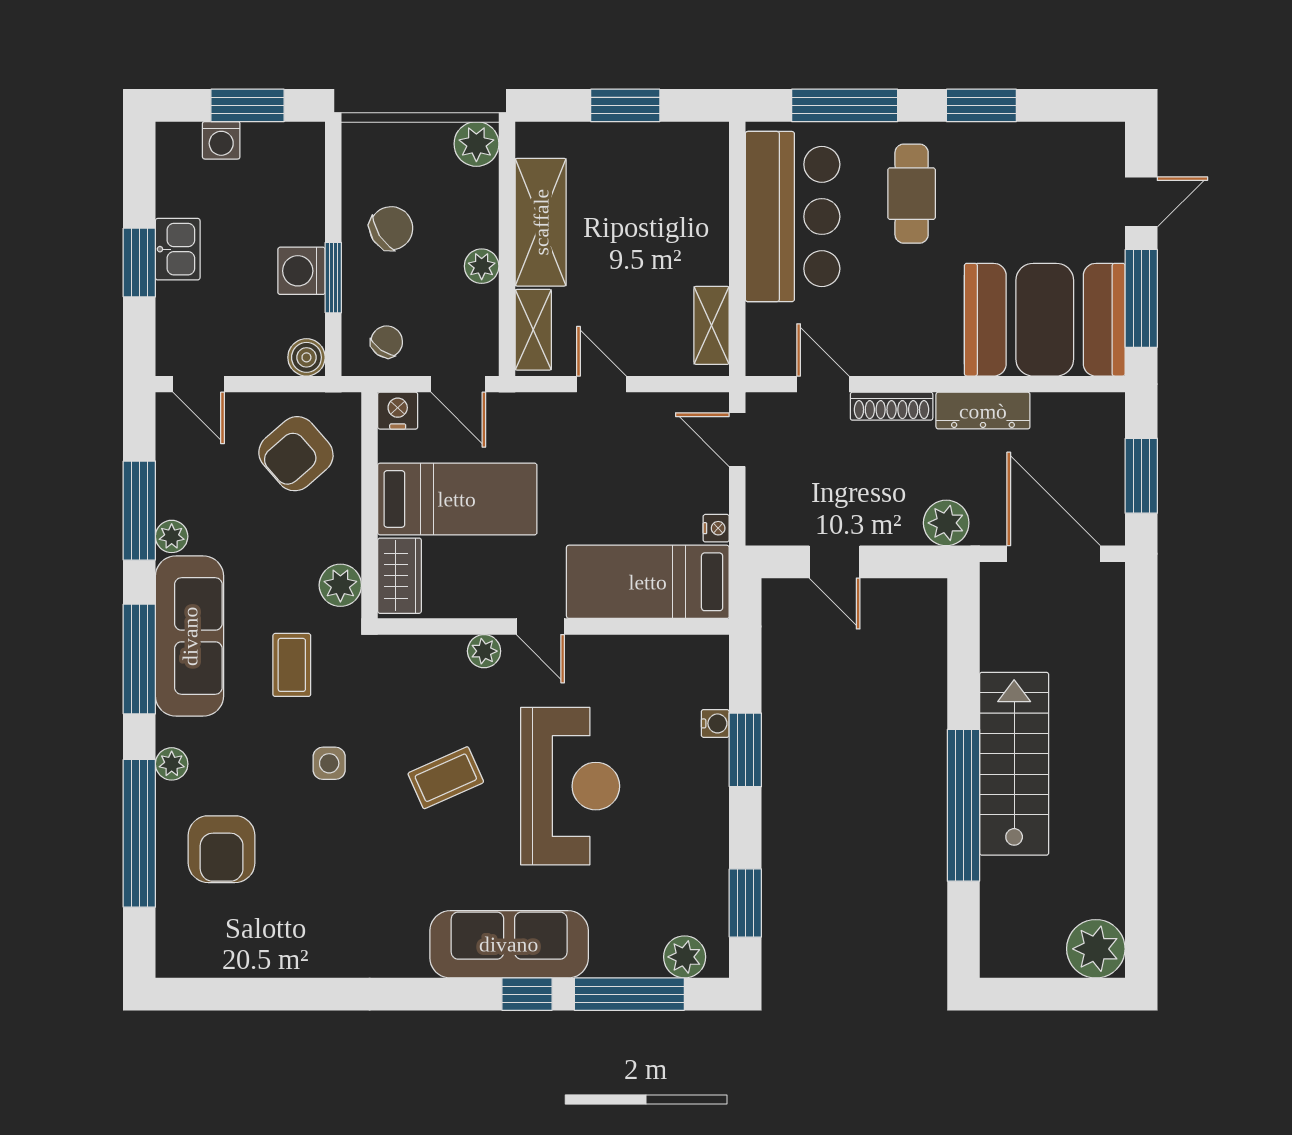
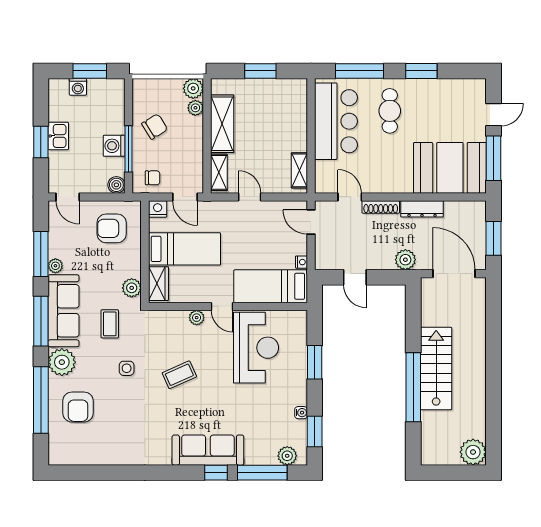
plant: (482, 266) -> (195, 108), moved
window: (333, 278) -> (128, 149), width x1.44
chair: (387, 342) -> (153, 178), turned 55
armchair: (296, 454) -> (112, 228), turned 41
water cooler: (715, 723) -> (301, 413), moved
plant: (172, 764) -> (62, 362), width x1.88, depth x1.88
reception desk: (570, 786) -> (256, 348), moved

